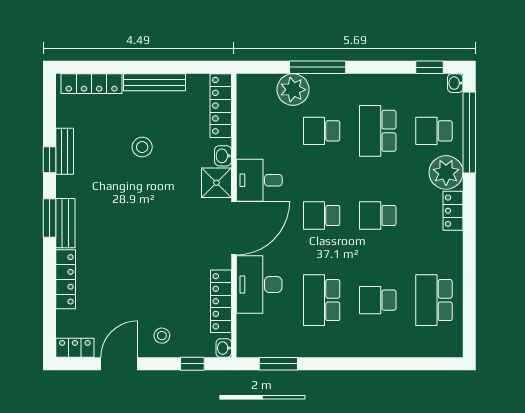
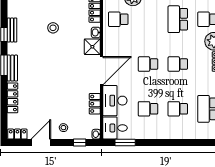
school desk: (322, 131) -> (118, 19), moved
desk: (259, 180) -> (115, 128), moved
school desk: (322, 300) -> (148, 109), width x0.54
locker: (221, 301) -> (95, 104), width x0.66

